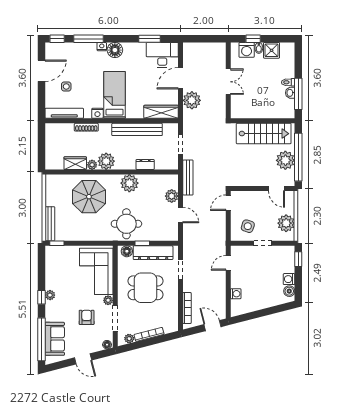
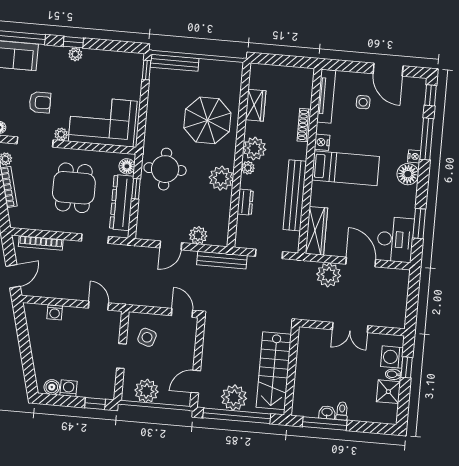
plant: (92, 165) -> (248, 168), moved

